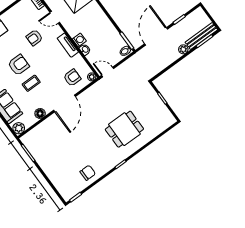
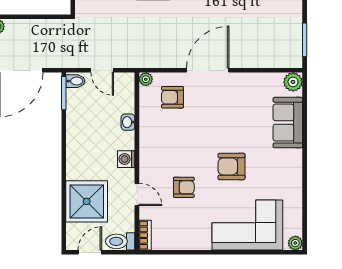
washing machine: (79, 40) -> (126, 159), moved
tv unit: (68, 45) -> (147, 145), removed
door: (108, 72) -> (102, 70), moved
coffee table: (31, 83) -> (233, 130), removed
floor lamp: (40, 113) -> (250, 81), removed

